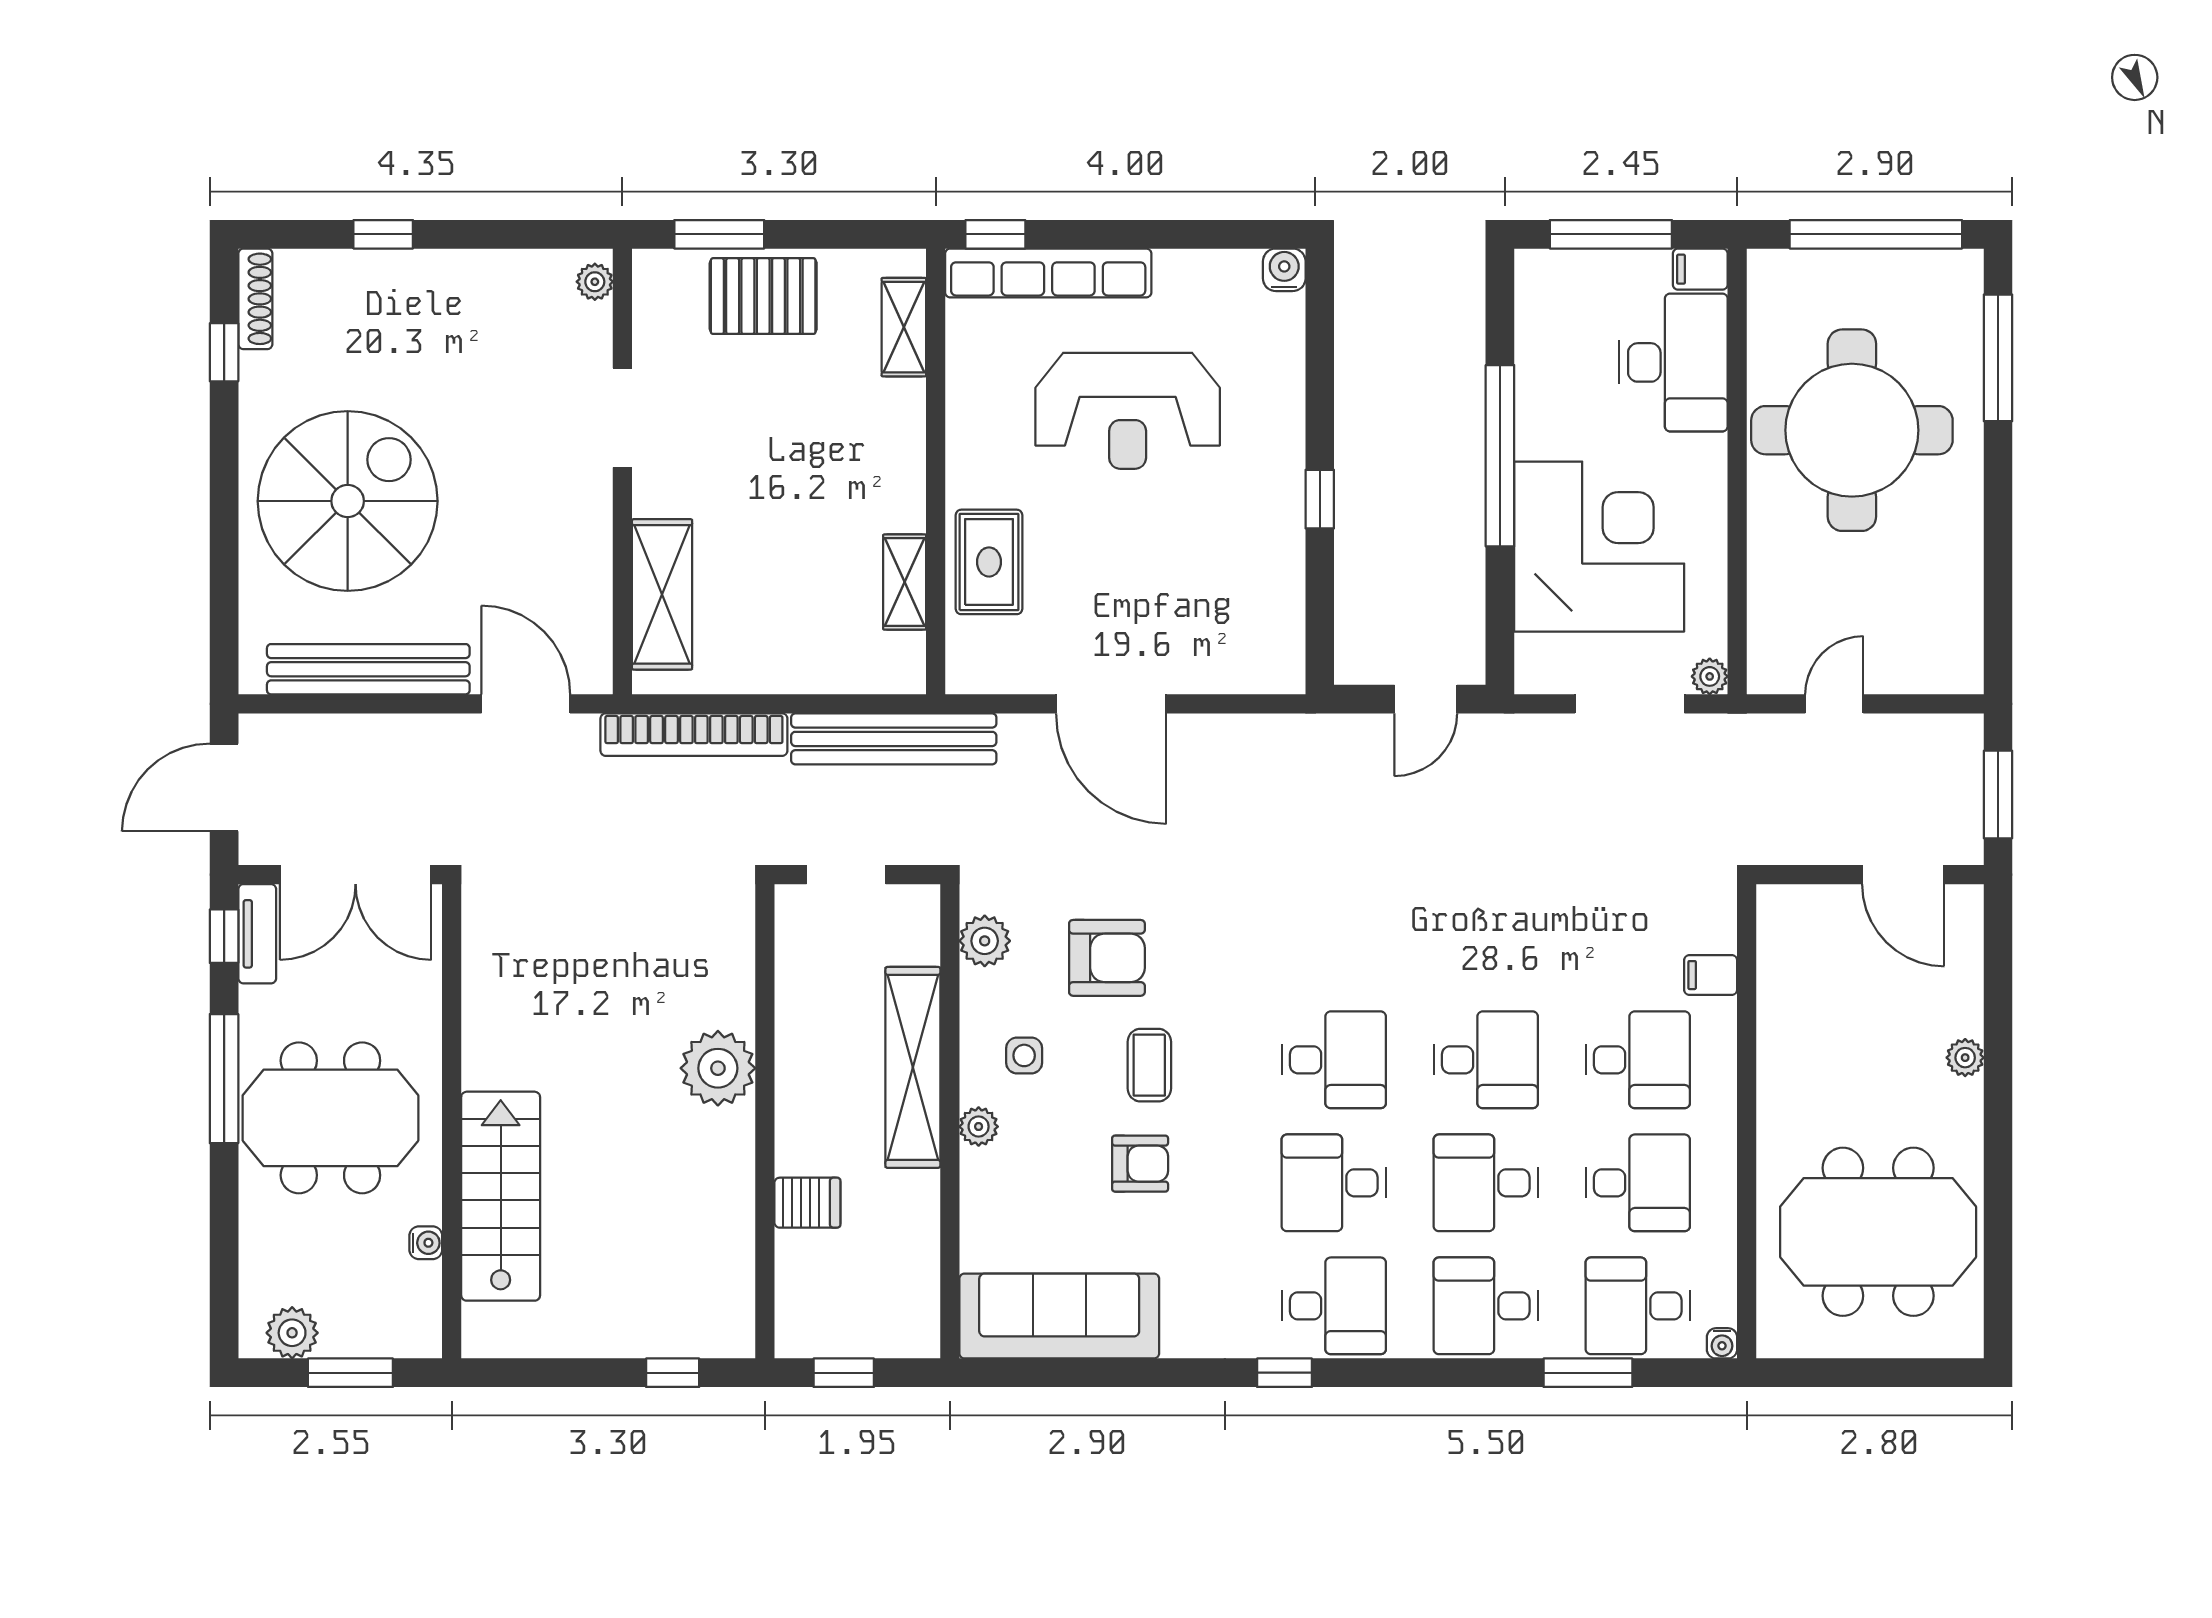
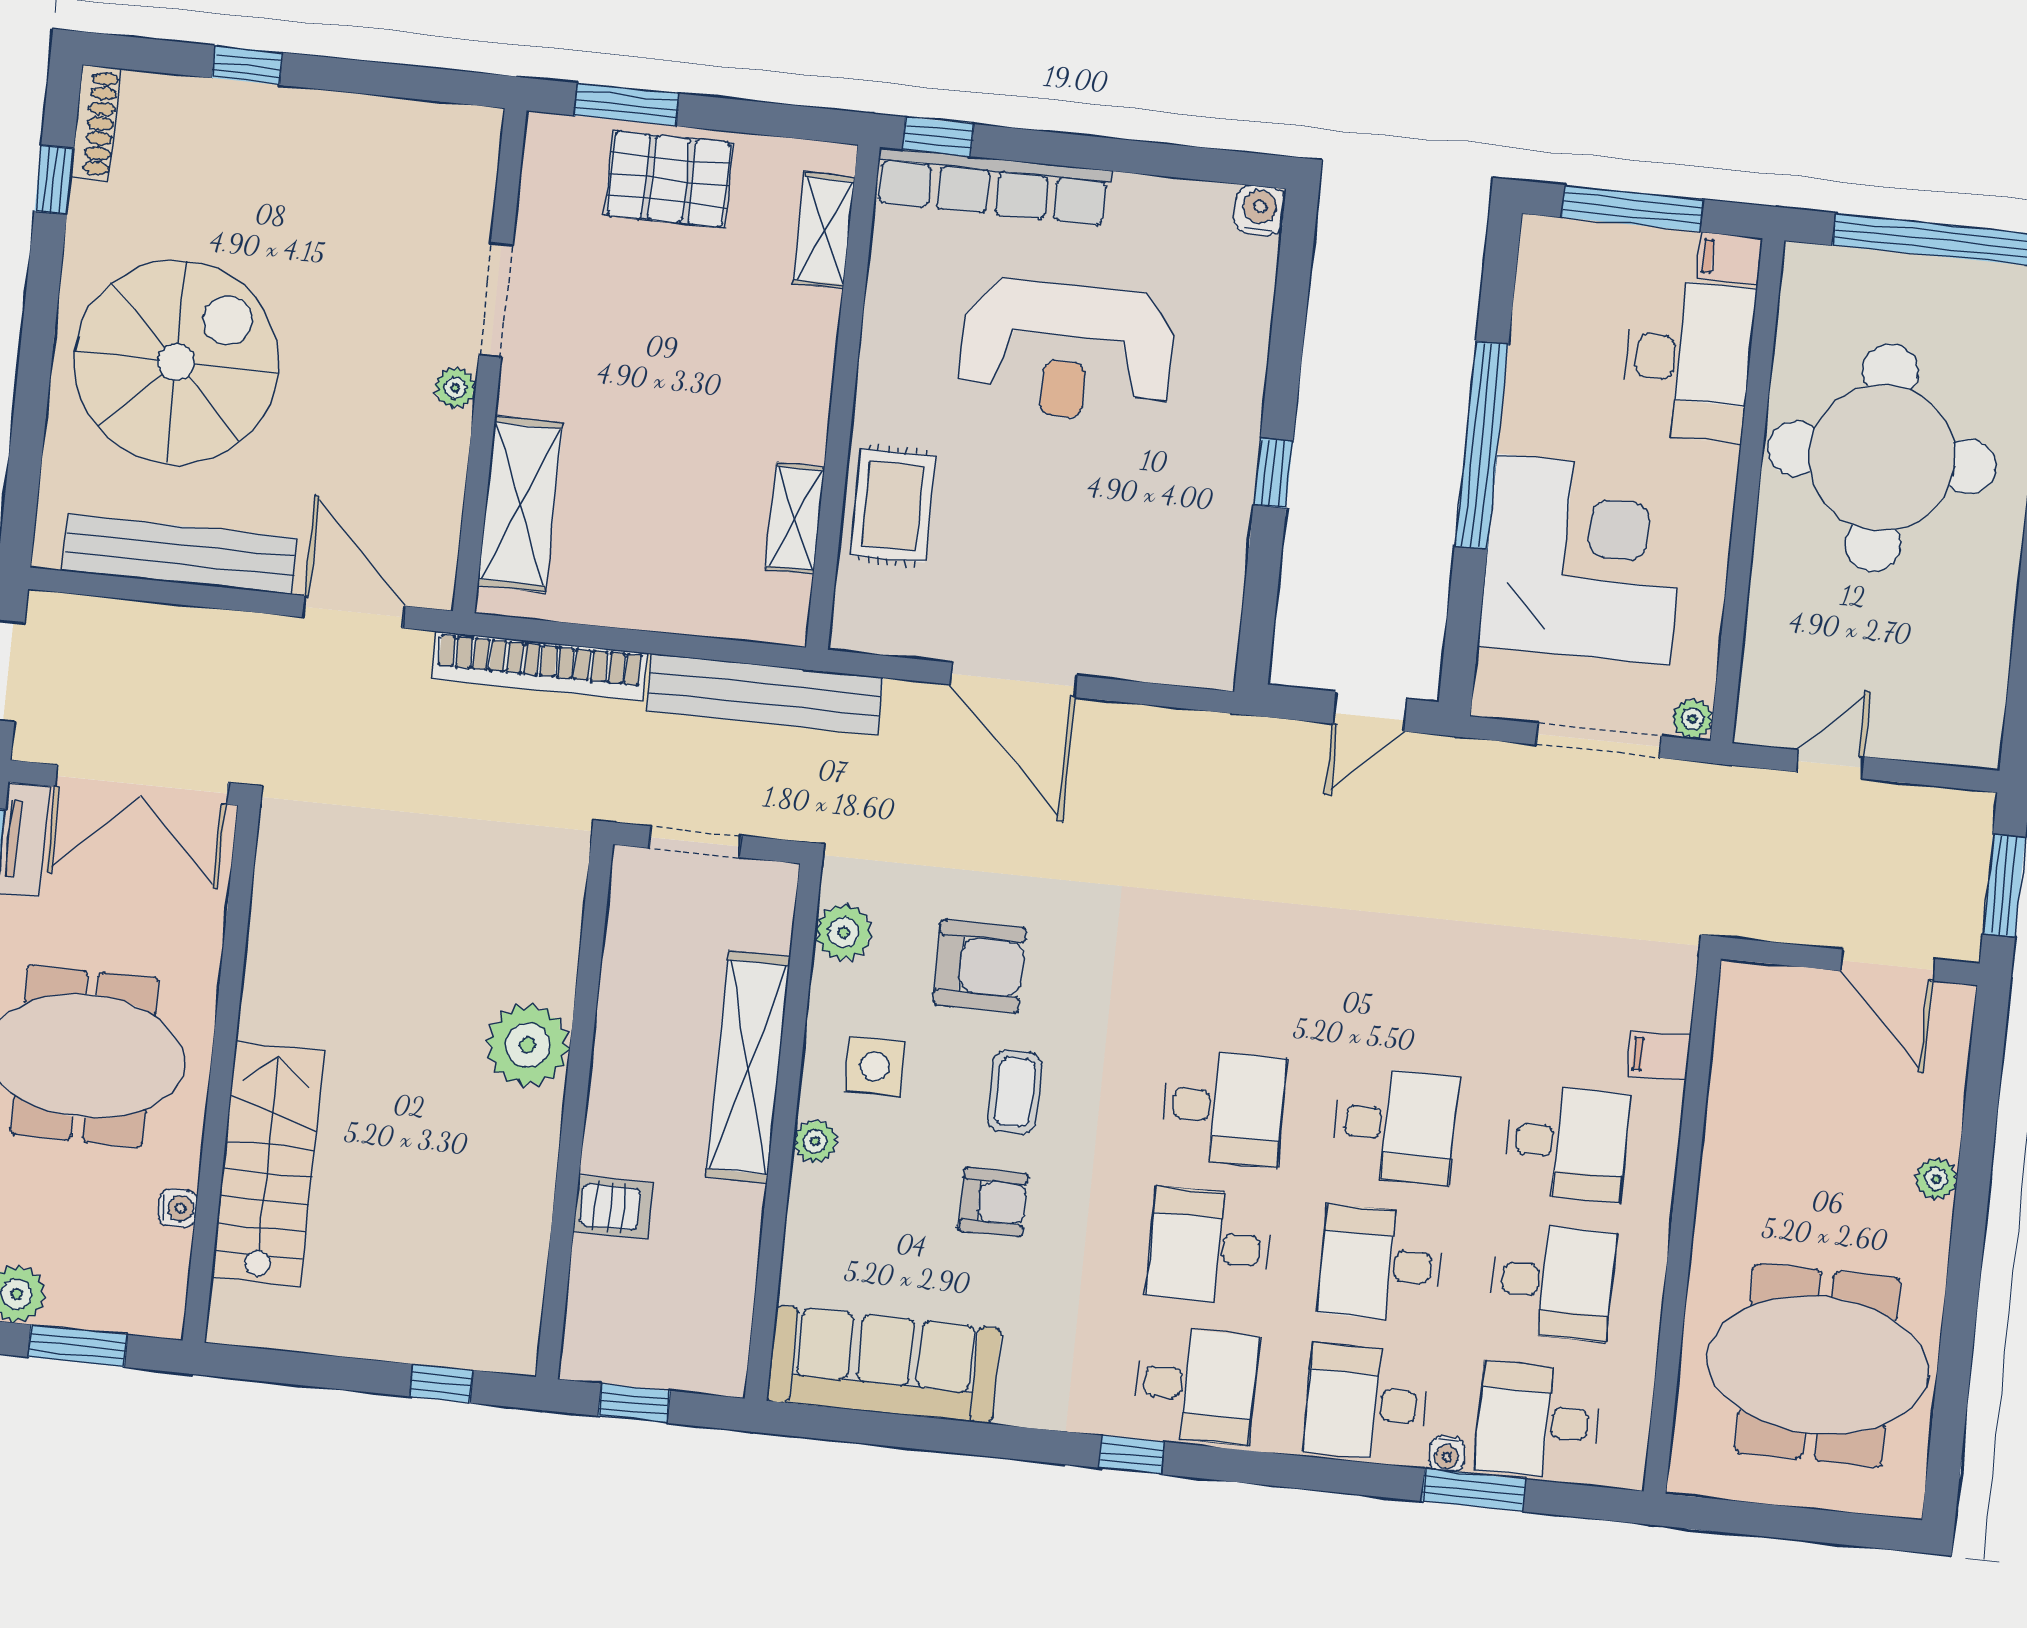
plant: (595, 282) -> (455, 388), moved
side table: (1024, 1055) -> (875, 1067), width x1.37, depth x1.37
water cooler: (1722, 1343) -> (1447, 1454), moved

